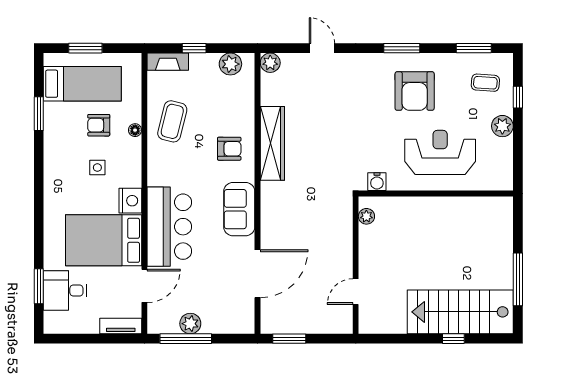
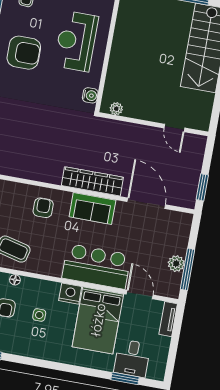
wardrobe: (272, 143) -> (92, 181), moved

